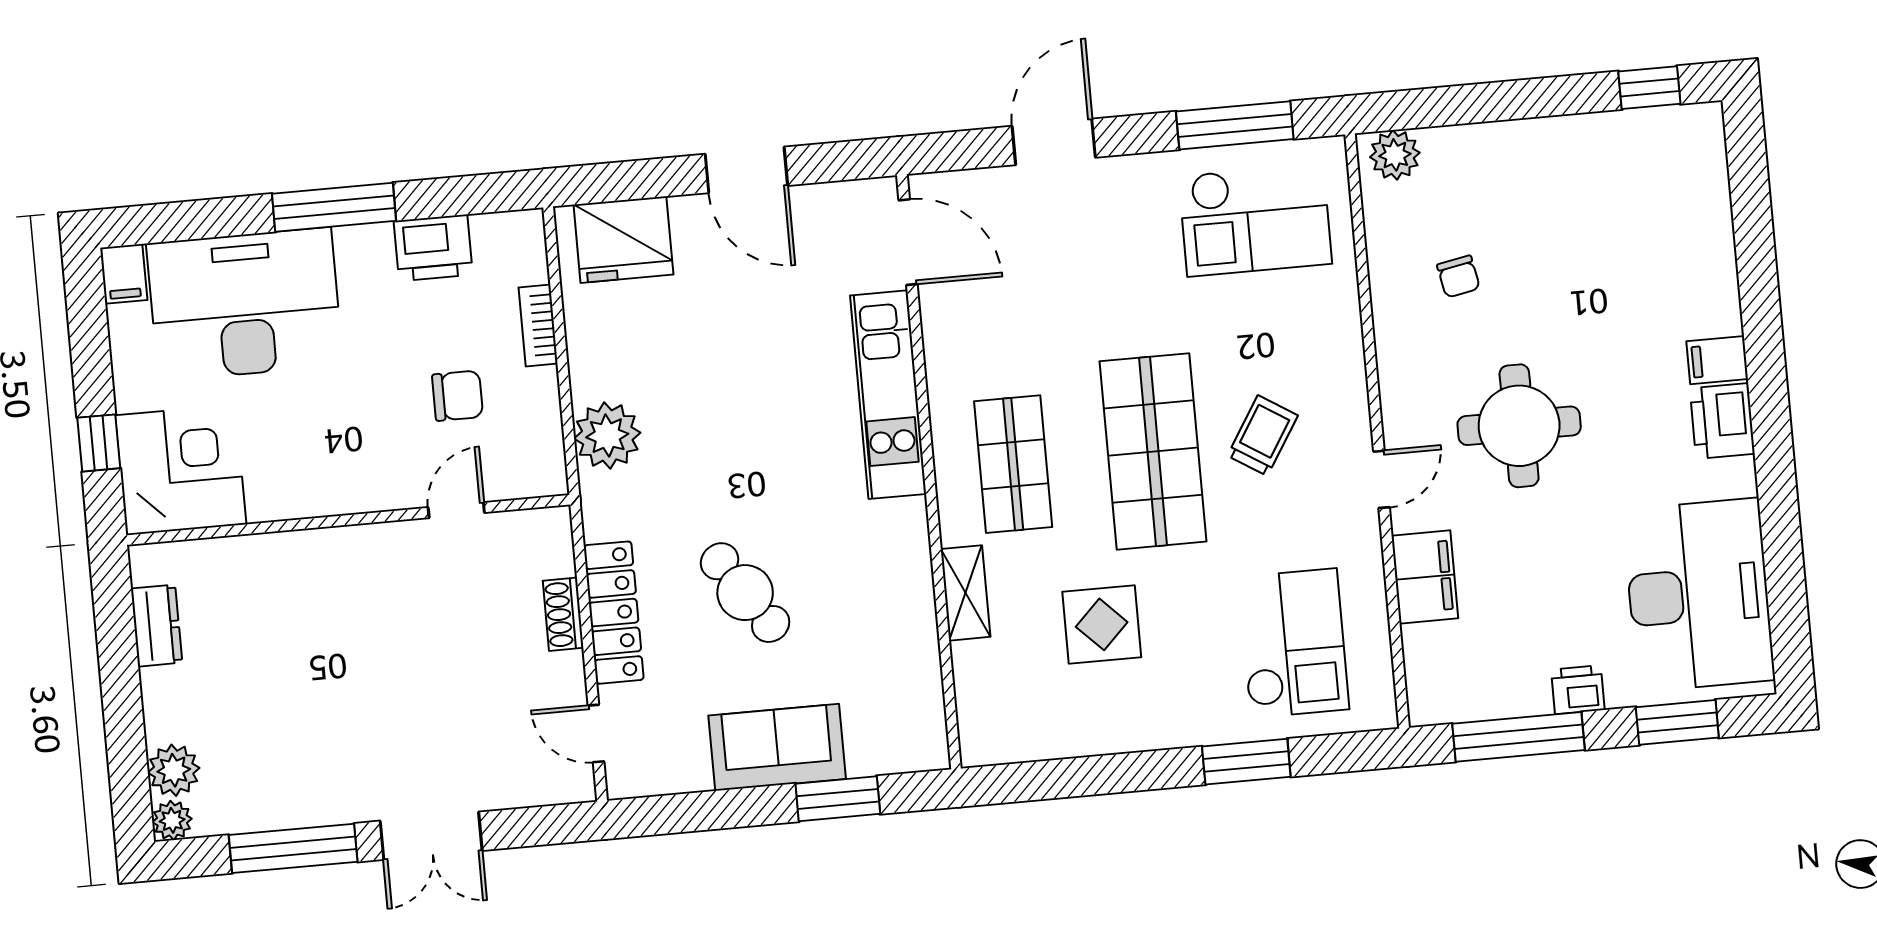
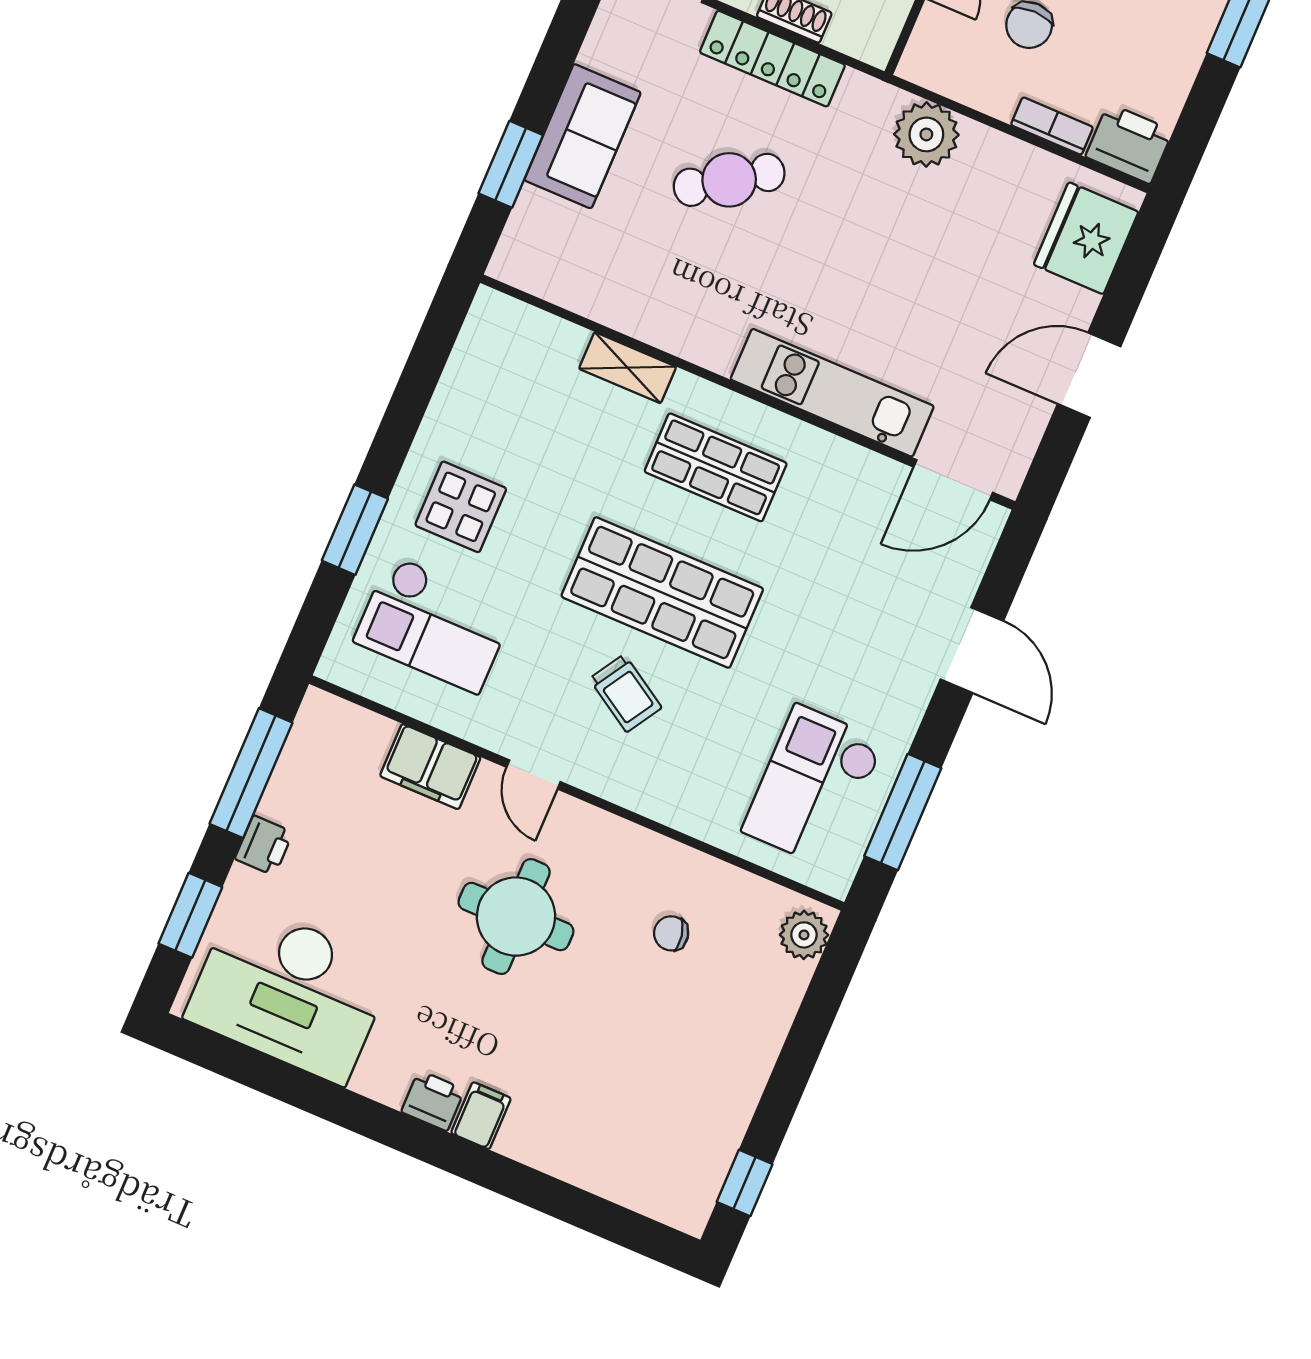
printer: (433, 248) -> (1129, 144), moved, turned 90
printer: (1722, 421) -> (433, 1101), width x0.73, depth x0.81
display table: (1102, 624) -> (461, 507), moved

